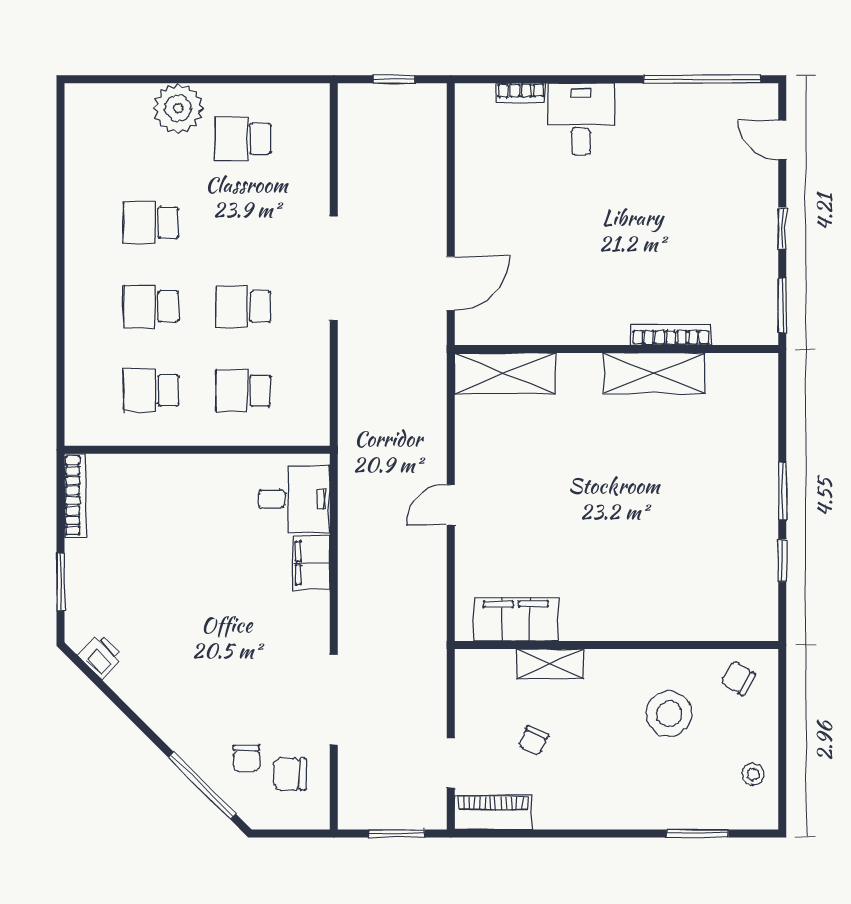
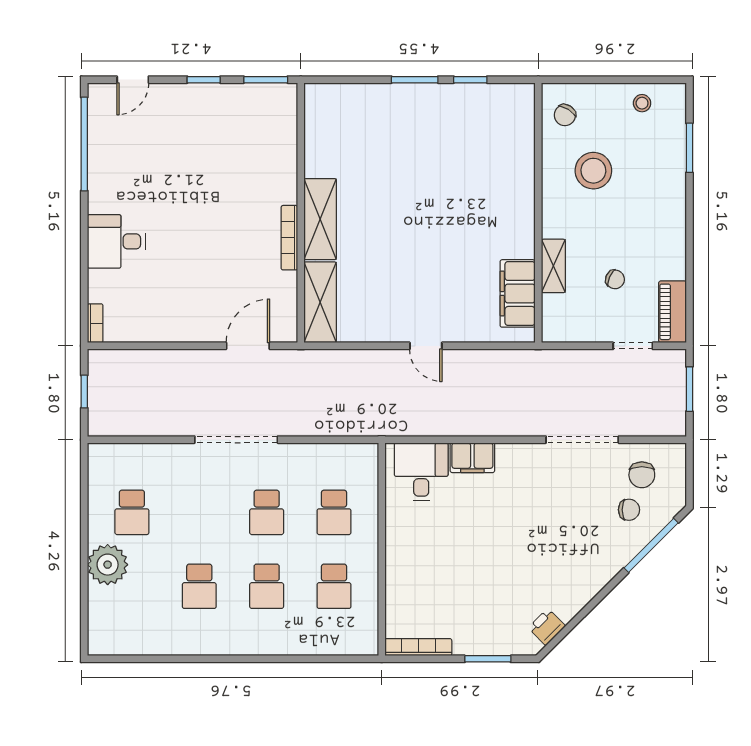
bookcase: (521, 93) -> (95, 323), moved
door: (451, 283) -> (248, 346), hinge flipped
bookcase: (671, 335) -> (289, 238), moved
shelving: (654, 373) -> (320, 219), moved

